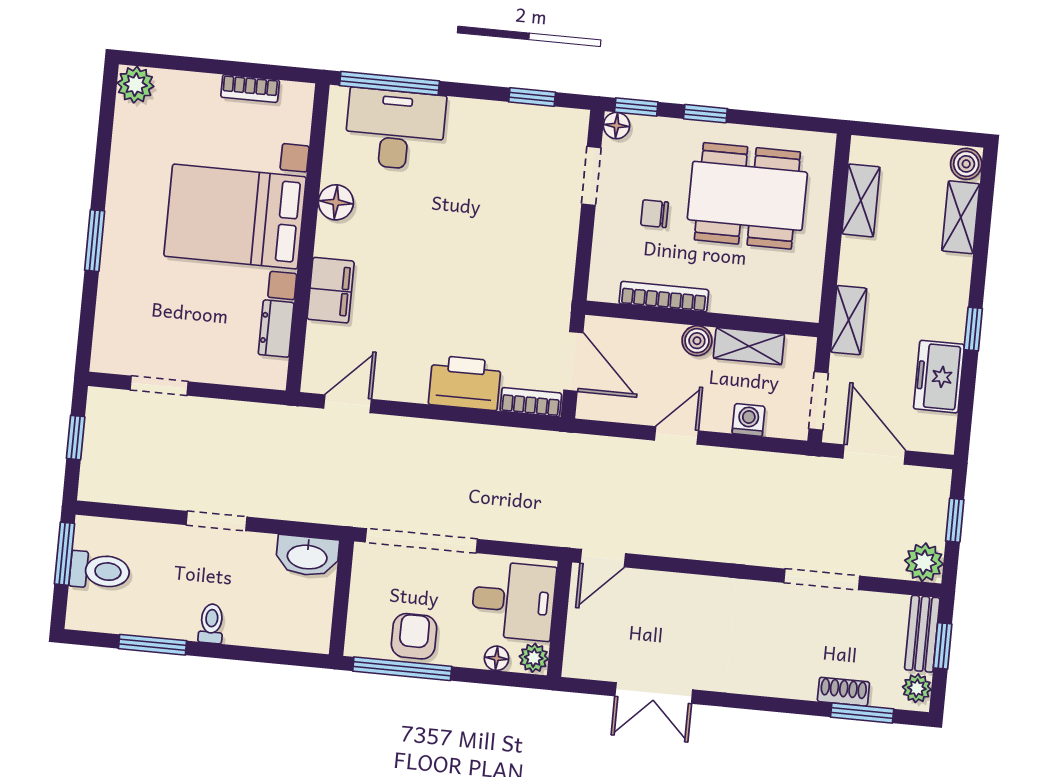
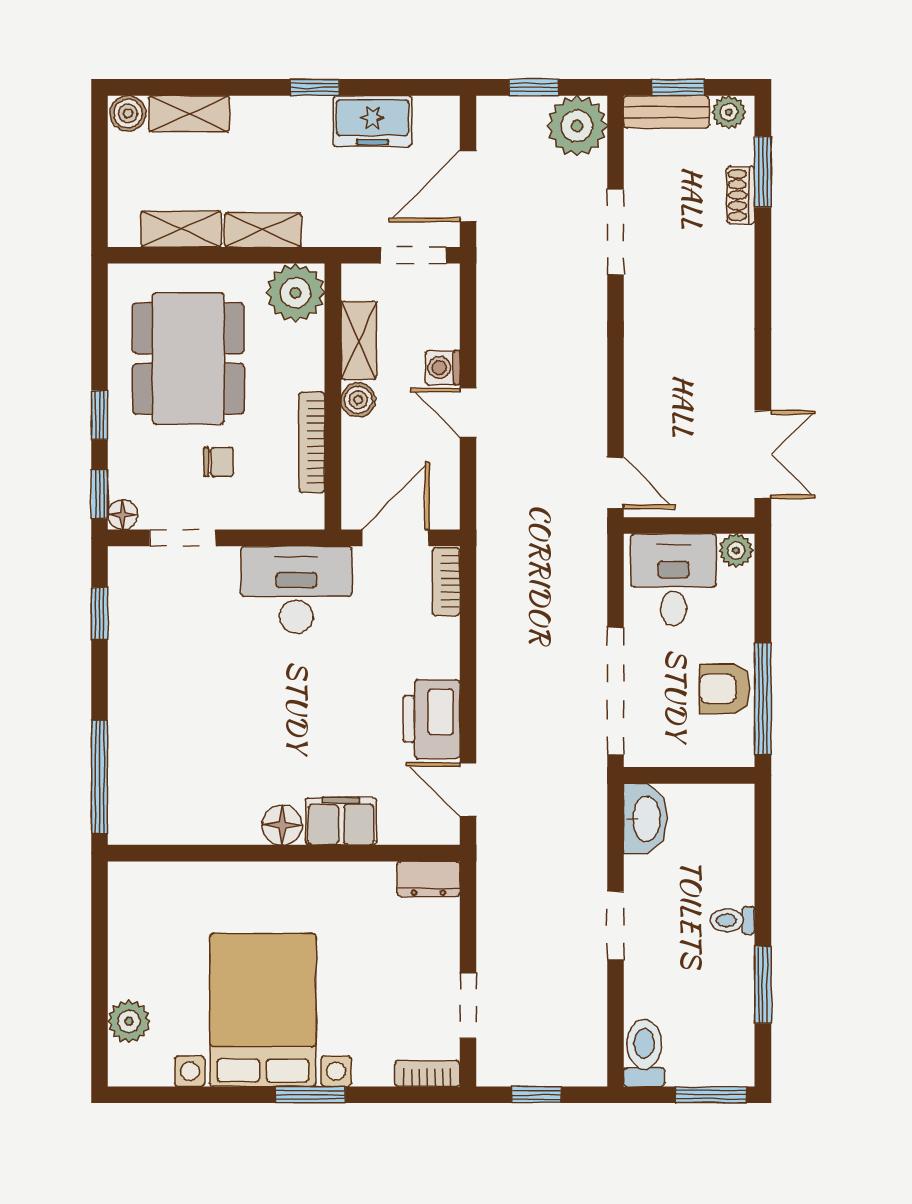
plant: (135, 85) -> (129, 1021), moved
bookcase: (250, 89) -> (427, 1073), moved, turned -90
desk: (395, 129) -> (296, 590), moved, turned 90
floor lamp: (336, 202) -> (282, 825), moved
chair: (655, 214) -> (219, 462), turned -90
bed with nightstands: (235, 217) -> (263, 1010), moved, turned 180
plant: (796, 295) -> (295, 293), added
shelving: (849, 320) -> (263, 230), moved
dresser: (276, 329) -> (428, 879), moved
printer: (465, 383) -> (432, 719), moved
washing machine: (749, 420) -> (443, 368), moved
window: (64, 554) -> (711, 1095), moved
plant: (924, 562) -> (577, 126), width x1.36, depth x1.36
toilet: (100, 571) -> (644, 1053), moved
floor lamp: (497, 658) -> (741, 593), removed
double door: (654, 693) -> (763, 454), moved

